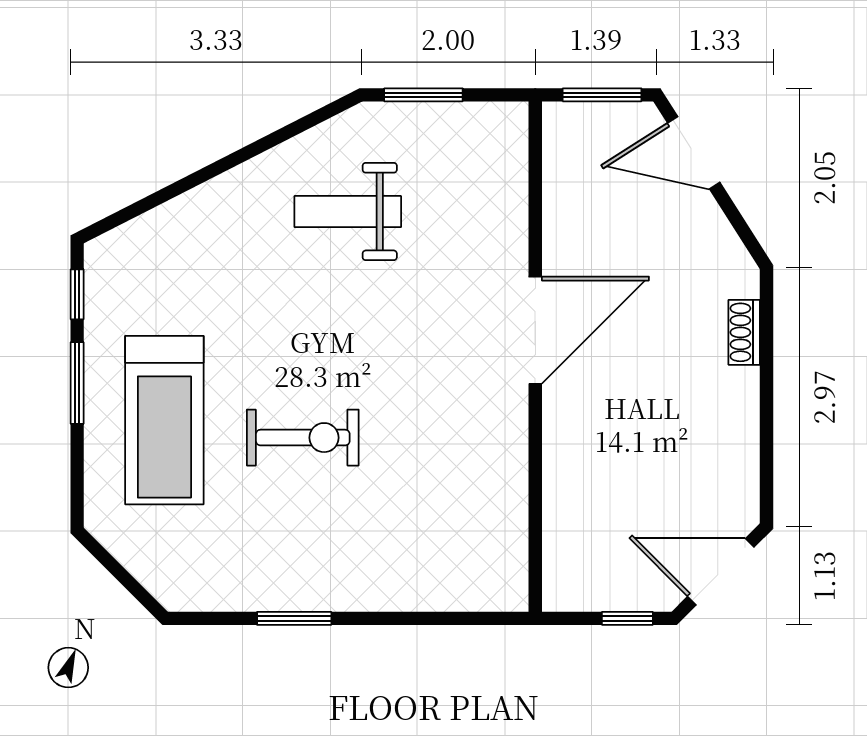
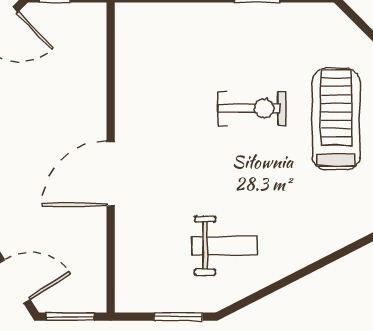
exercise bike: (303, 438) -> (252, 108), turned 180

